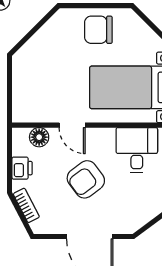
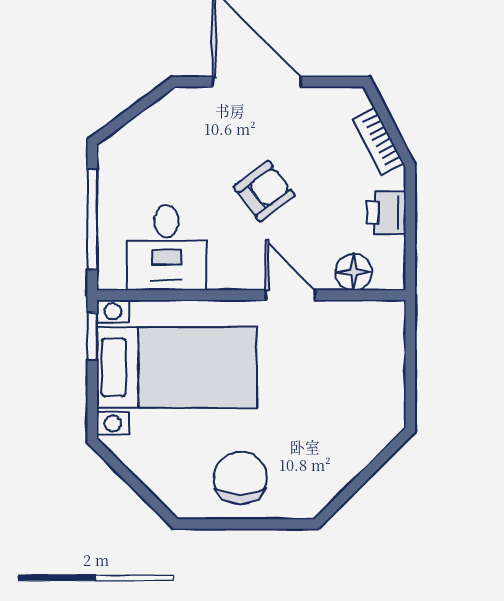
chair: (98, 30) -> (240, 478), turned -90
armchair: (86, 179) -> (264, 191), width x0.72, depth x0.72

